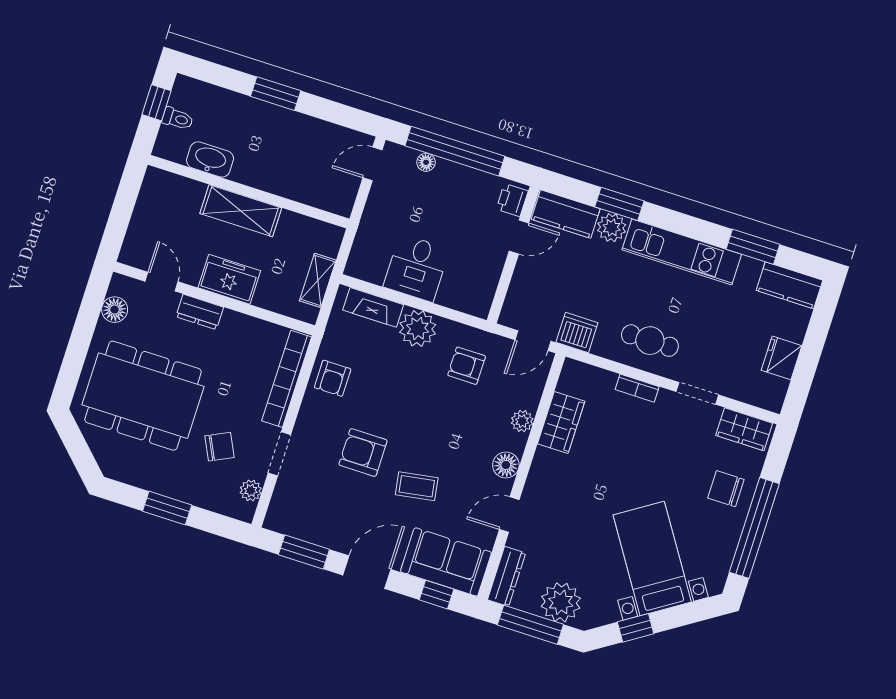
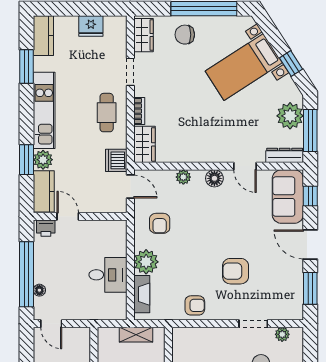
bookcase: (287, 379) -> (204, 334), removed
wardrobe: (561, 423) -> (144, 144), moved, turned 90
armchair: (363, 453) -> (236, 271), turned 90
coffee table: (417, 486) -> (246, 230), removed
chair: (726, 489) -> (185, 35), turned 90

